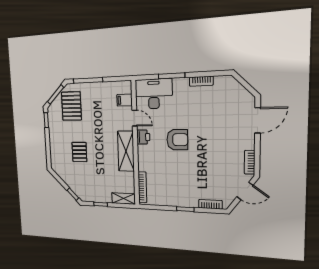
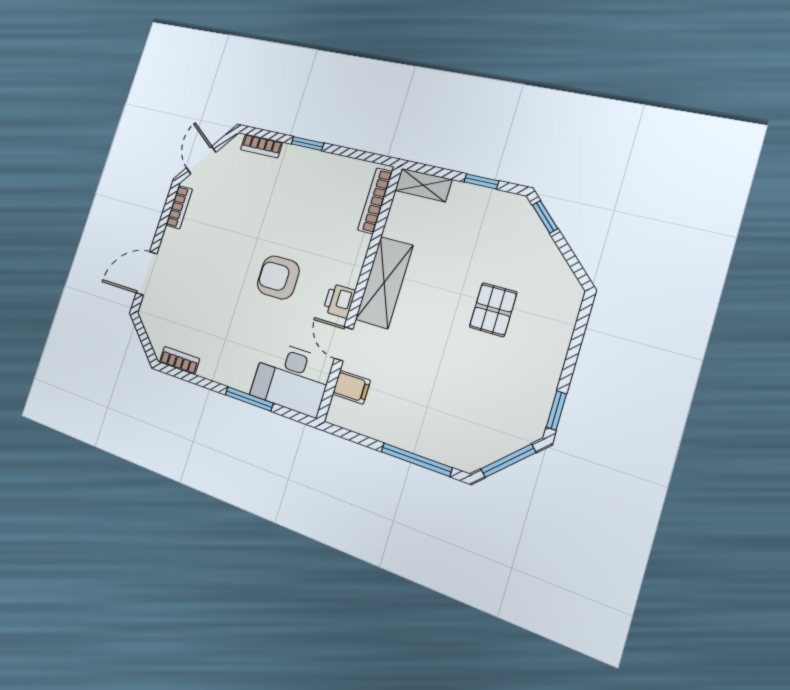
bookcase: (201, 81) -> (179, 360), moved
pallet: (71, 106) -> (476, 419), removed
door: (245, 191) -> (201, 160), hinge flipped

